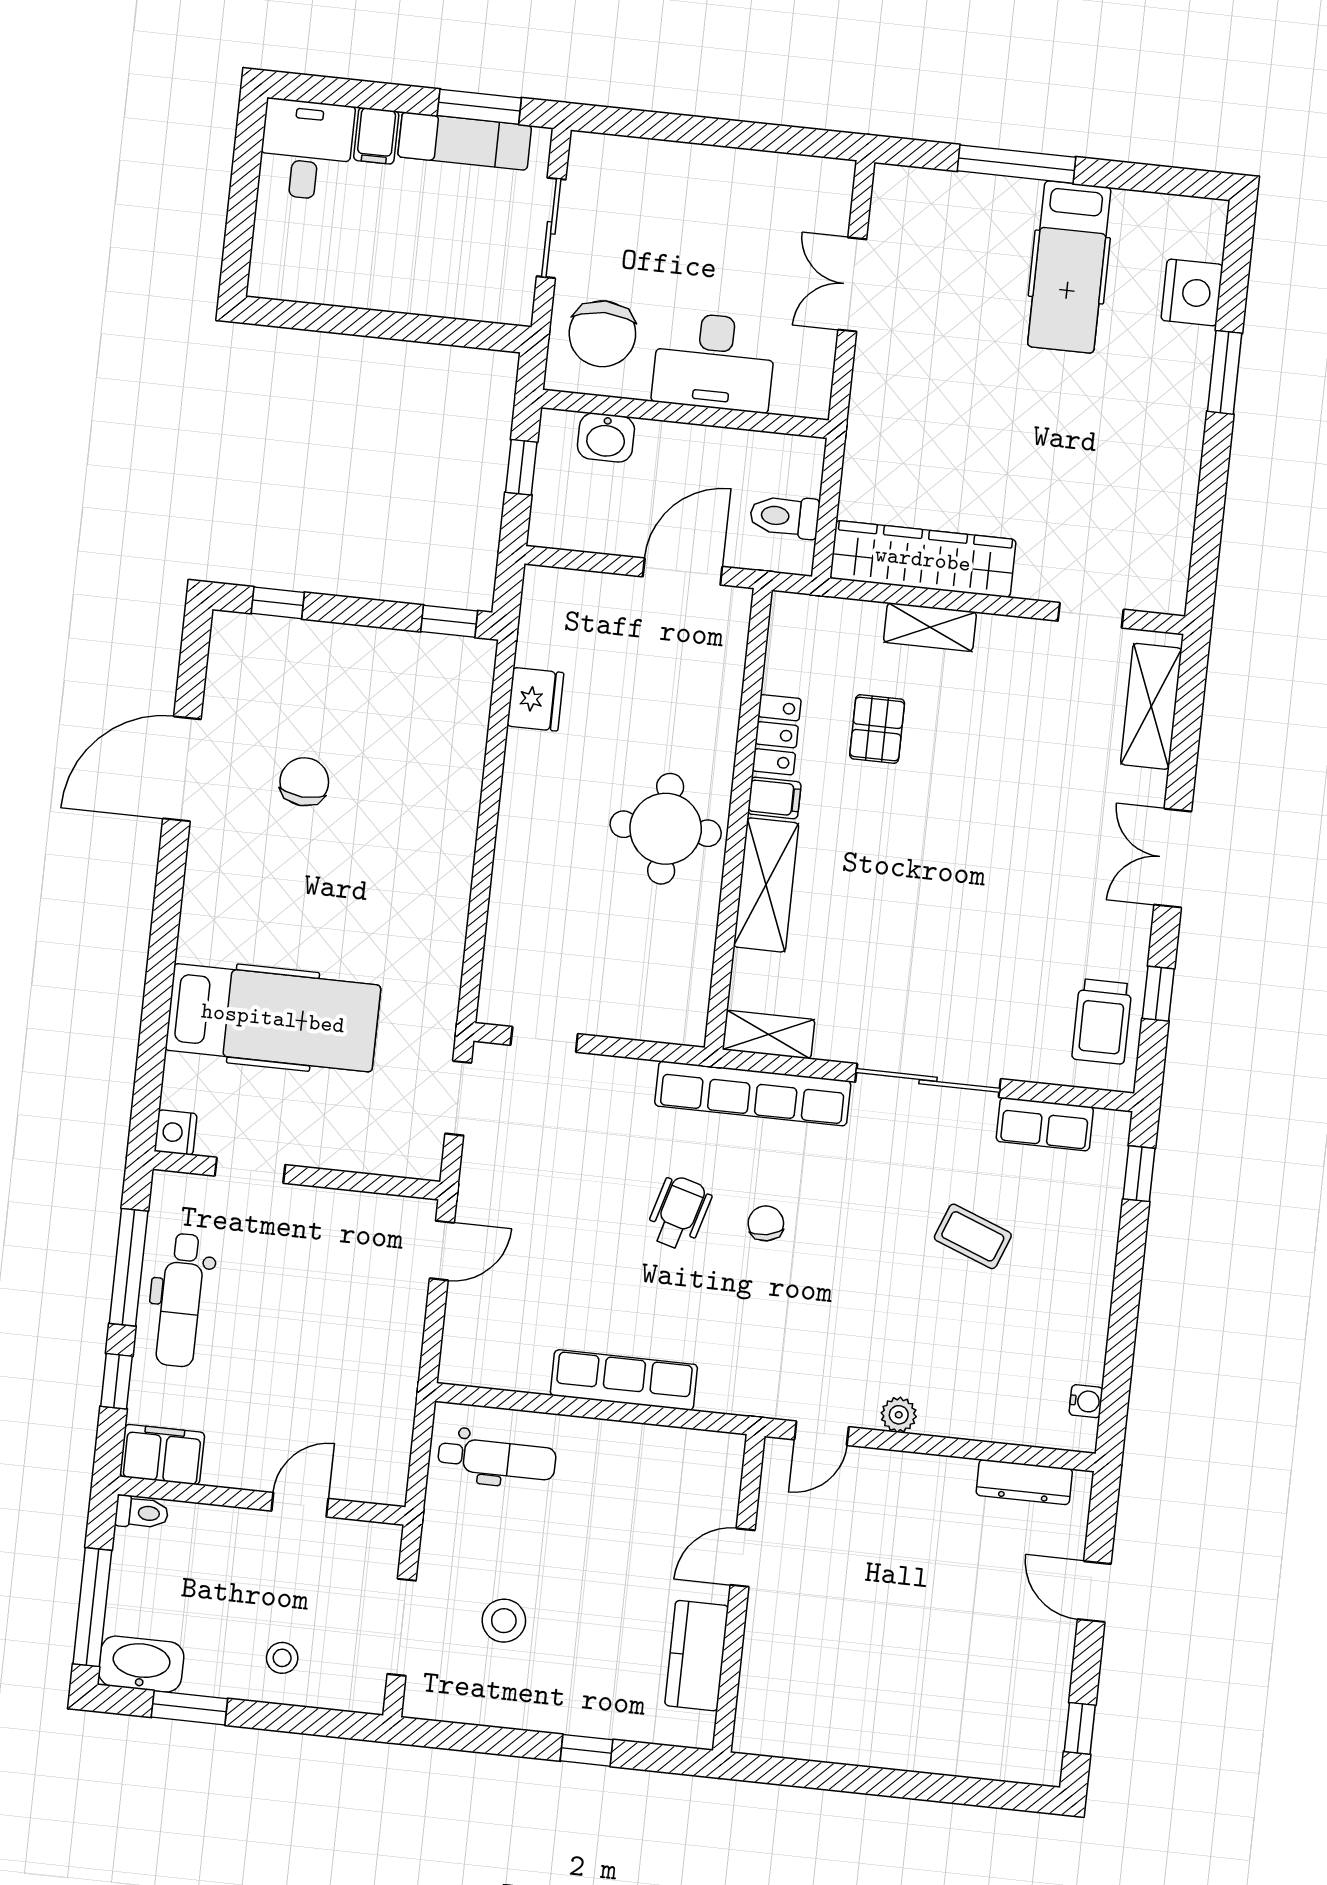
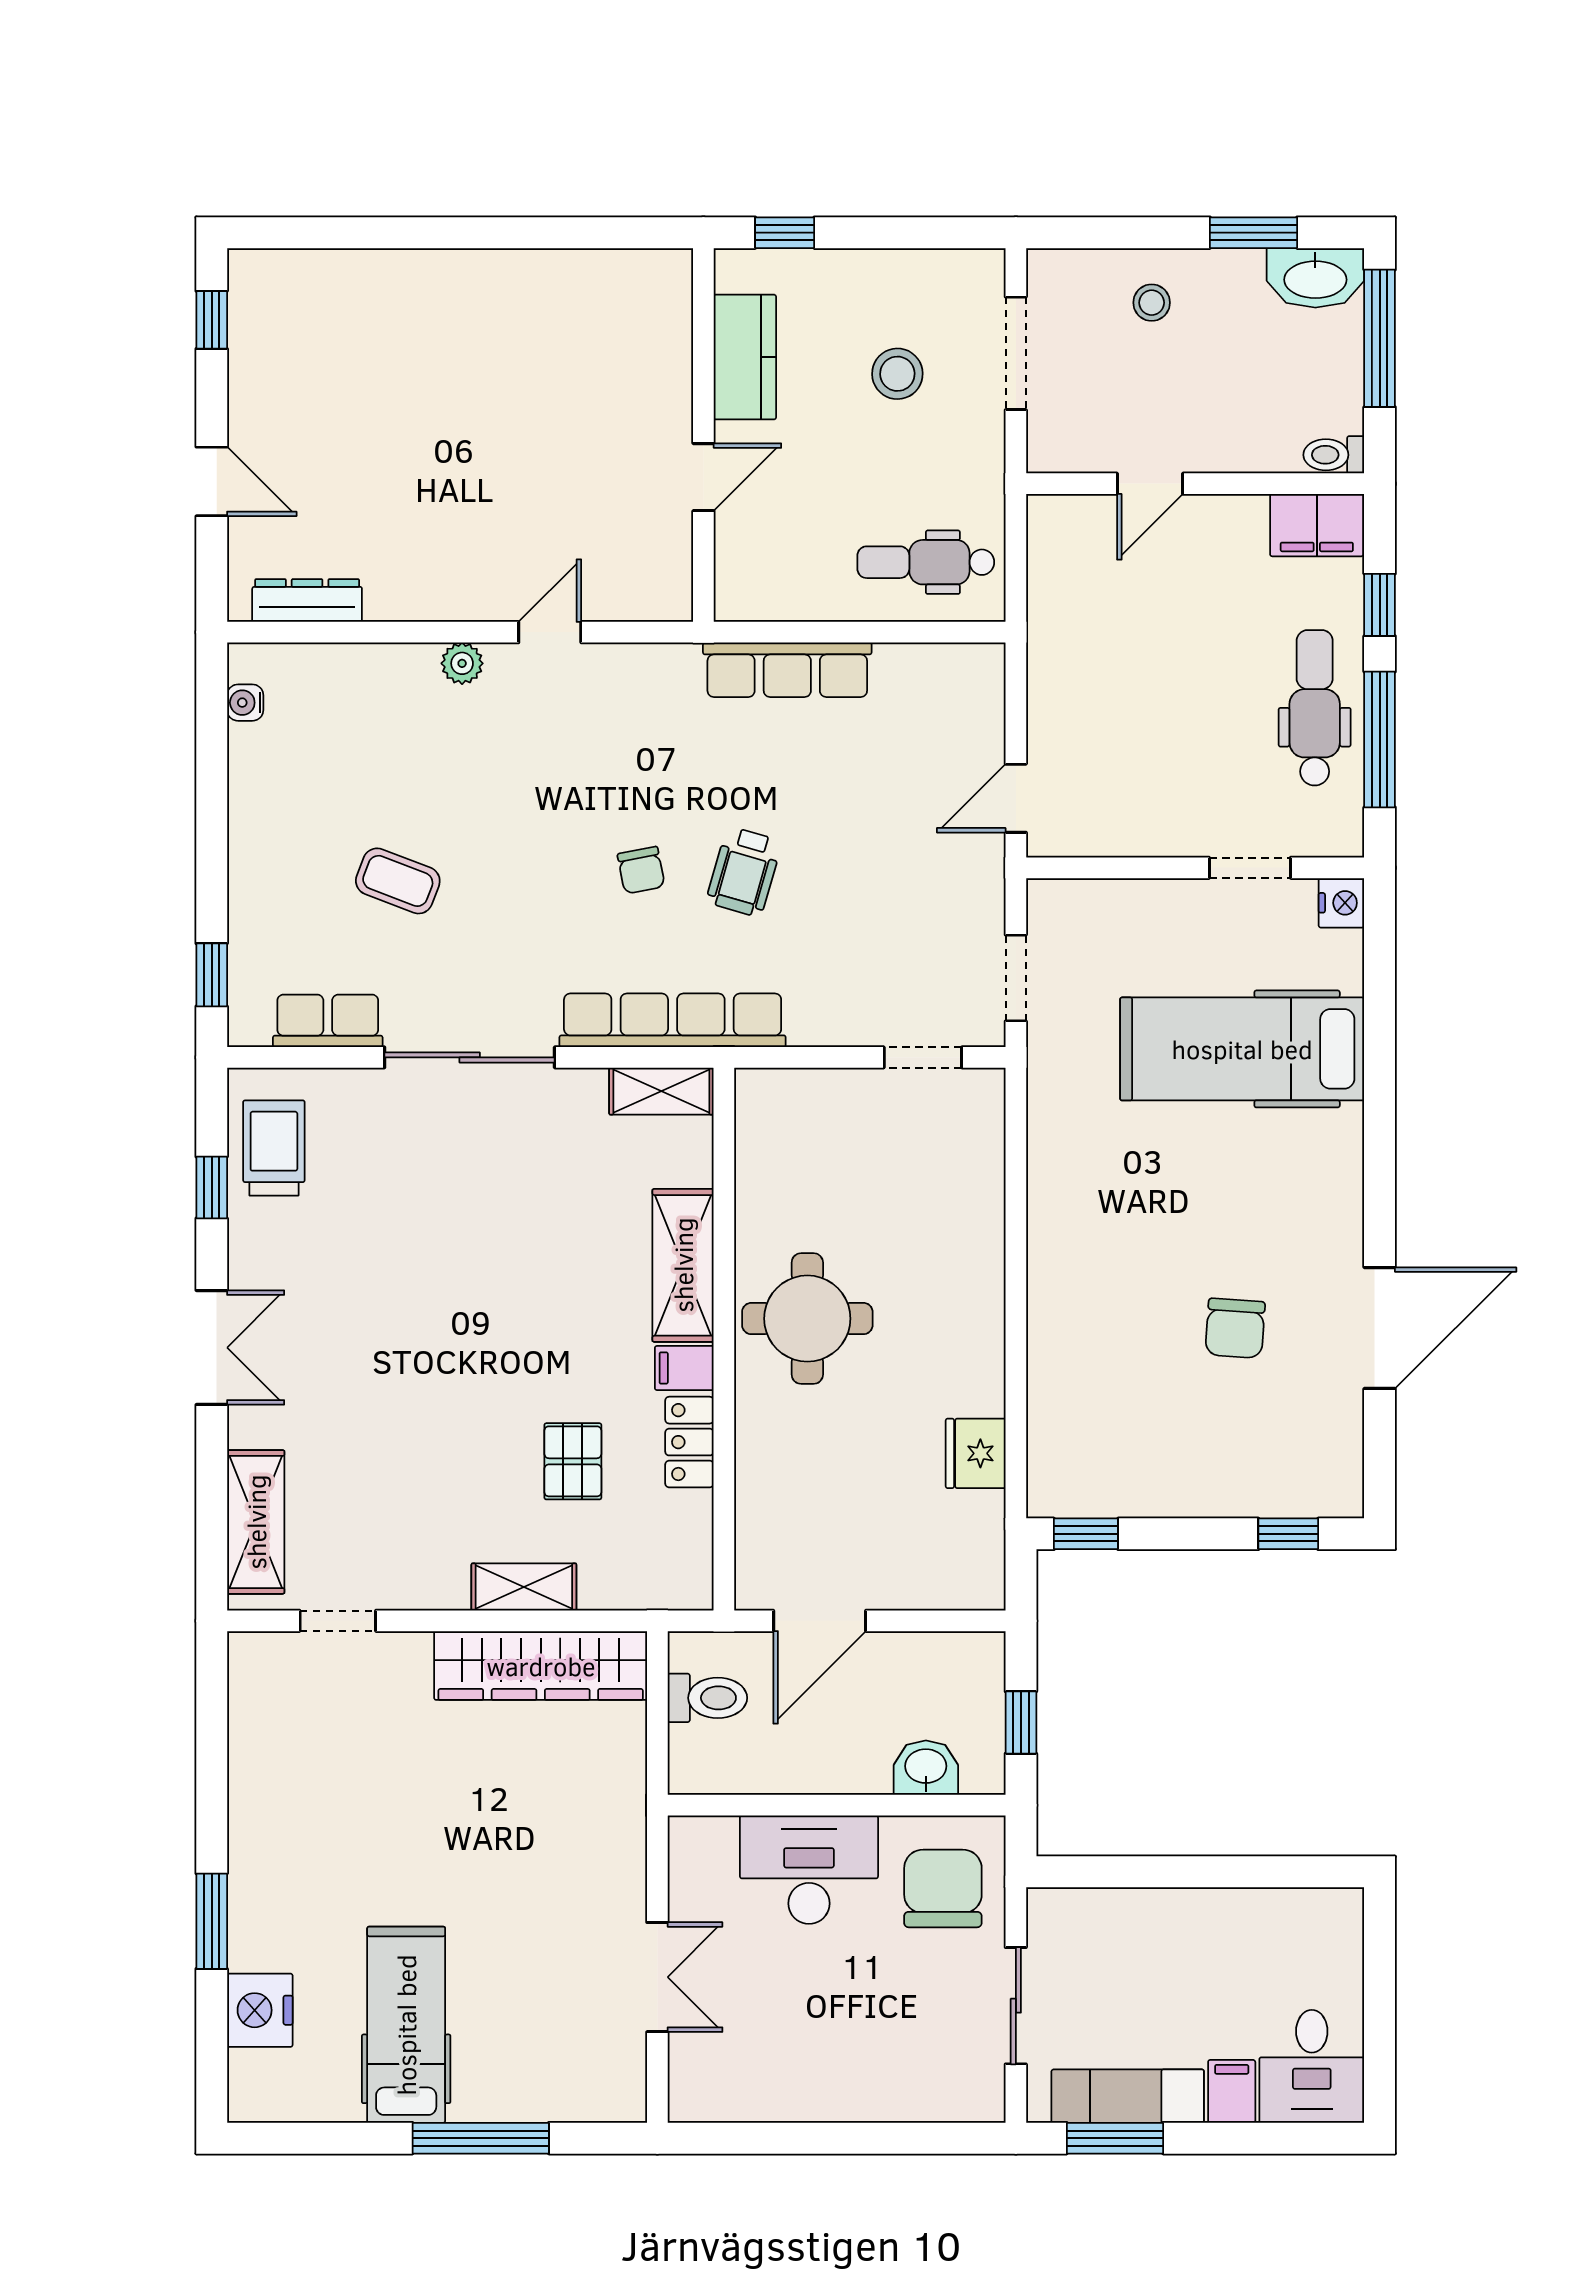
door: (743, 1558) -> (703, 477), moved
wall: (739, 1593) -> (703, 435), moved
kitchen counter: (697, 1656) -> (745, 357), moved

